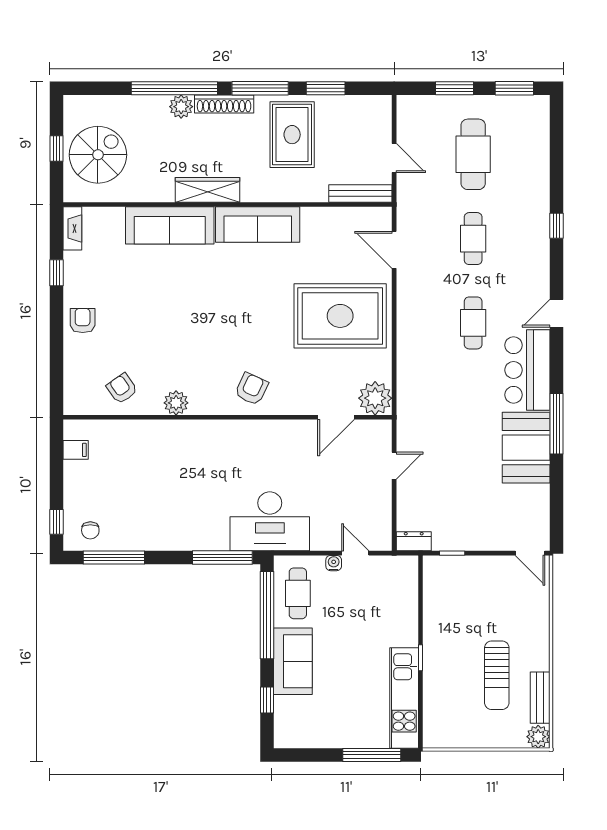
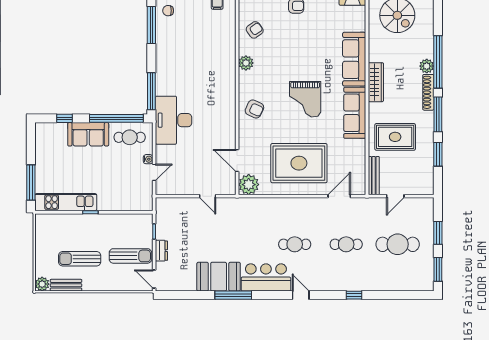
rug: (292, 135) -> (395, 137), moved
grand piano: (236, 306) -> (305, 99), added
rug: (340, 316) -> (299, 163), turned 90
dresser: (414, 541) -> (161, 251), moved
door: (530, 553) -> (154, 279), hinge flipped
sun lounger: (492, 592) -> (130, 256), added

